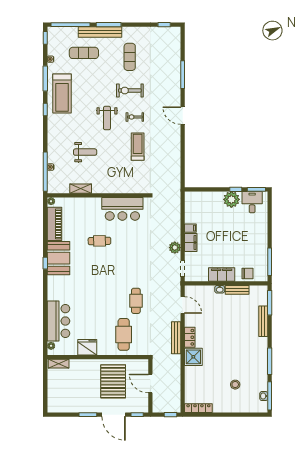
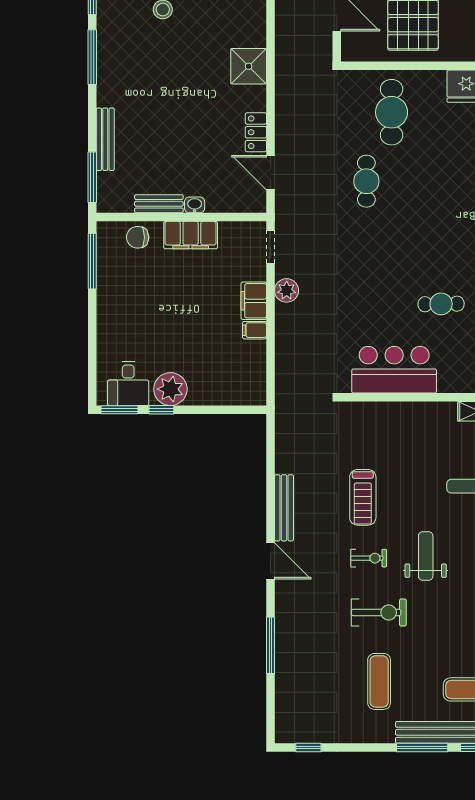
locker: (190, 337) -> (256, 132), moved
bench: (176, 338) -> (284, 508), moved

